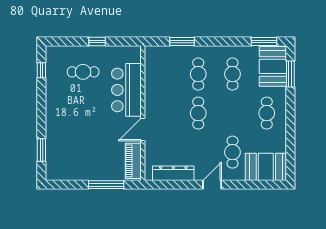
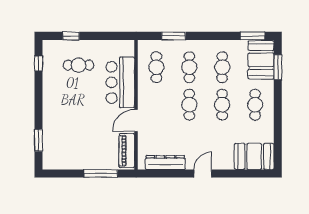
window: (97, 41) -> (71, 36), moved
cafe table: (164, 74) -> (156, 67), added
cafe table: (232, 152) -> (222, 105), moved

